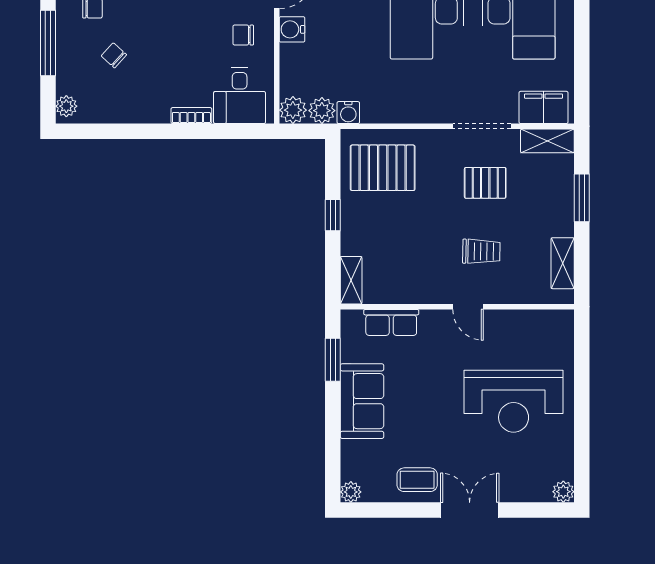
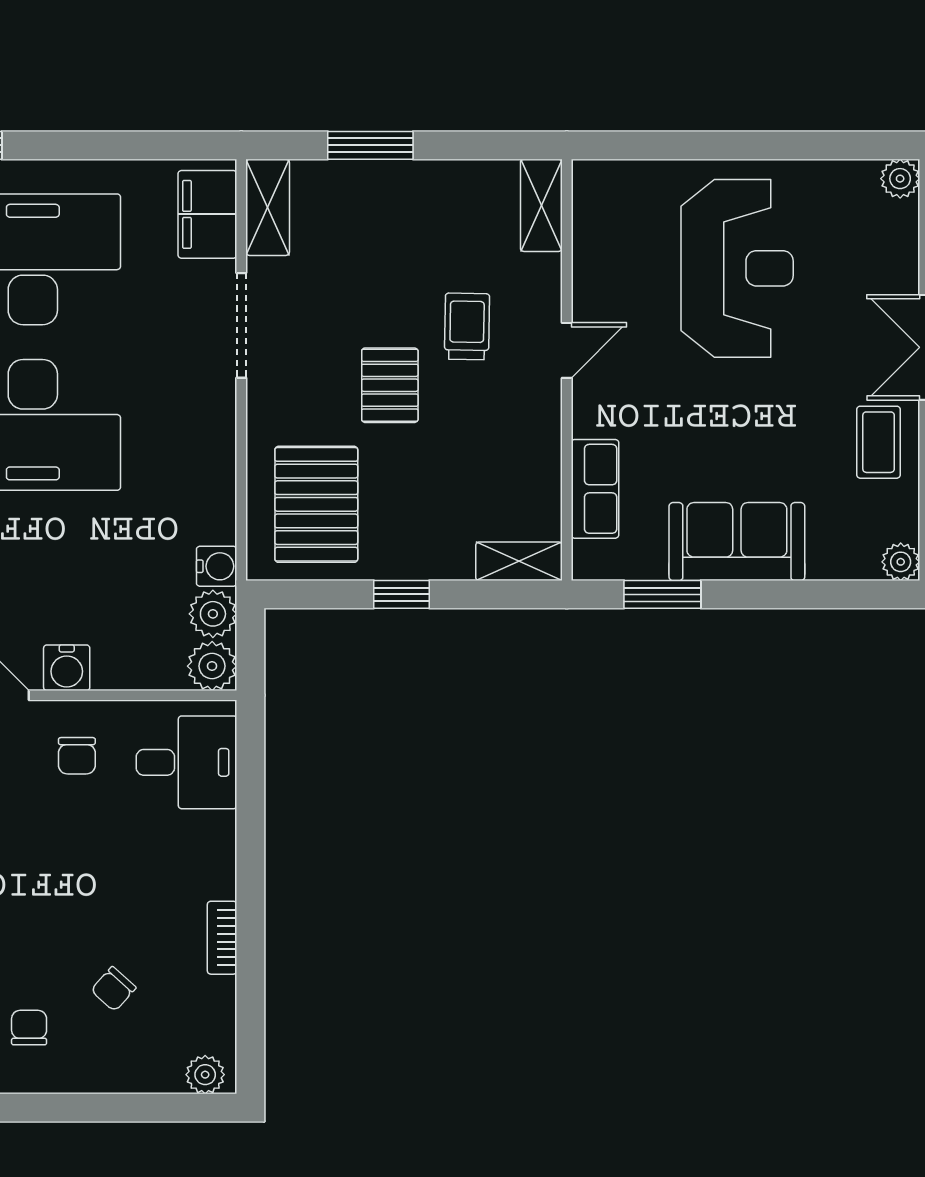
window: (48, 43) -> (91, 1108), removed
bookcase: (191, 116) -> (222, 938), moved
pallet: (485, 183) -> (390, 385), moved
shelving: (563, 263) -> (541, 205), moved, turned 90

